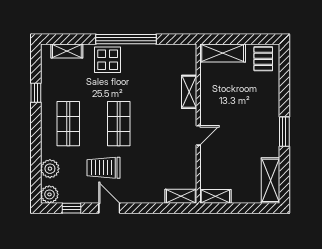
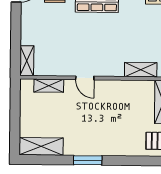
shelving: (189, 92) -> (141, 70), moved
shelving: (215, 196) -> (49, 86), moved, turned 90

